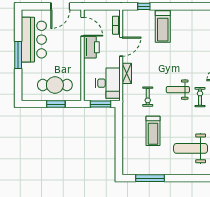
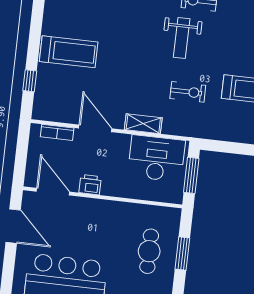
door: (82, 27) -> (53, 192), hinge flipped
printer: (91, 47) -> (90, 185), width x0.53, depth x0.68
cafe table: (55, 85) -> (149, 251), width x0.73, depth x0.74

